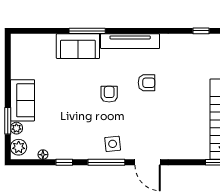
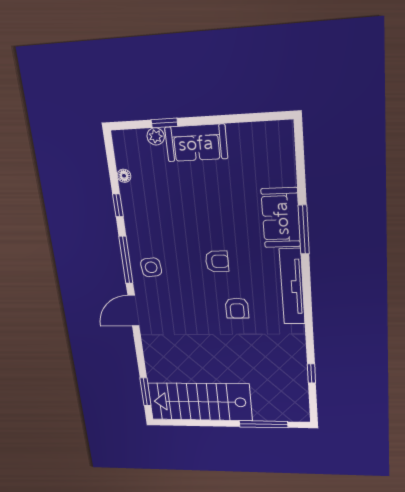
window: (8, 121) -> (164, 123), width x0.67
plant: (19, 147) -> (129, 141), removed

